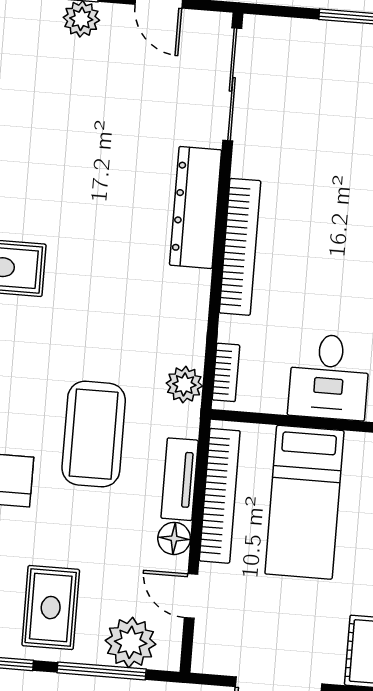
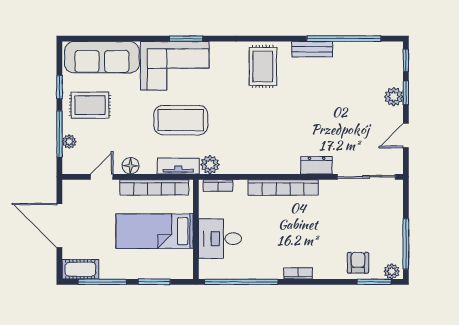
dresser: (196, 208) -> (317, 165), width x0.51, depth x0.80
tv unit: (180, 479) -> (178, 166), moved
plant: (131, 642) -> (69, 142), width x0.53, depth x0.53

